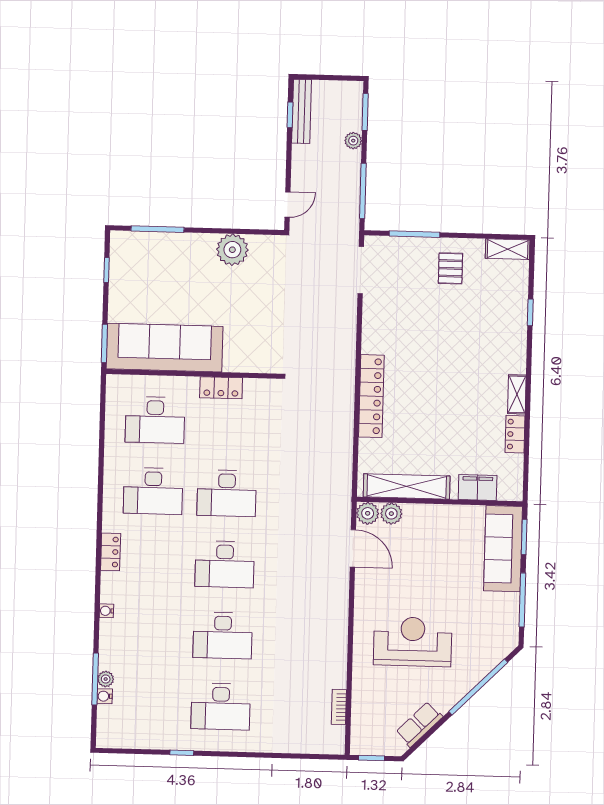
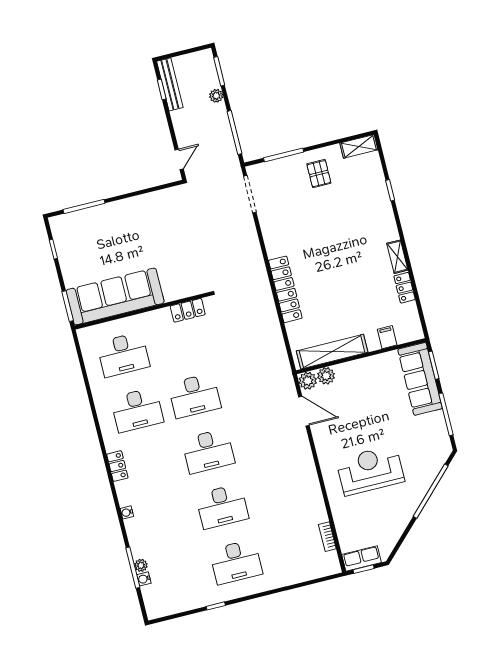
plant: (232, 250) -> (146, 206), removed
locker: (221, 388) -> (188, 310), moved
filing cabinet: (478, 487) -> (387, 337), width x0.50
row of seats: (419, 724) -> (362, 558), moved, turned 45

